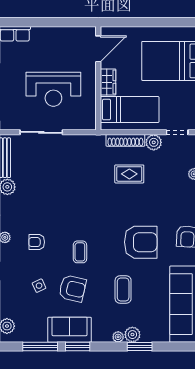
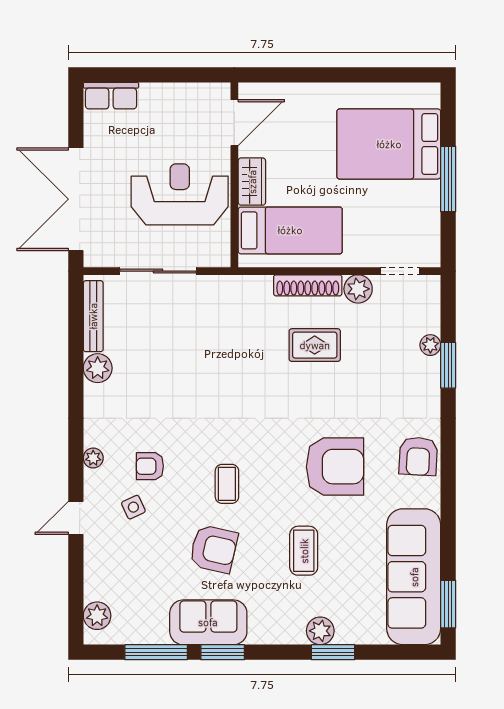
door: (98, 49) -> (234, 123), moved
wall: (98, 78) -> (234, 175), moved
wardrobe: (108, 82) -> (252, 182), moved
reception desk: (53, 89) -> (180, 194), turned 180
bed: (130, 110) -> (290, 230), moved
side table: (39, 286) -> (133, 507), moved
plant: (118, 337) -> (295, 635), removed

